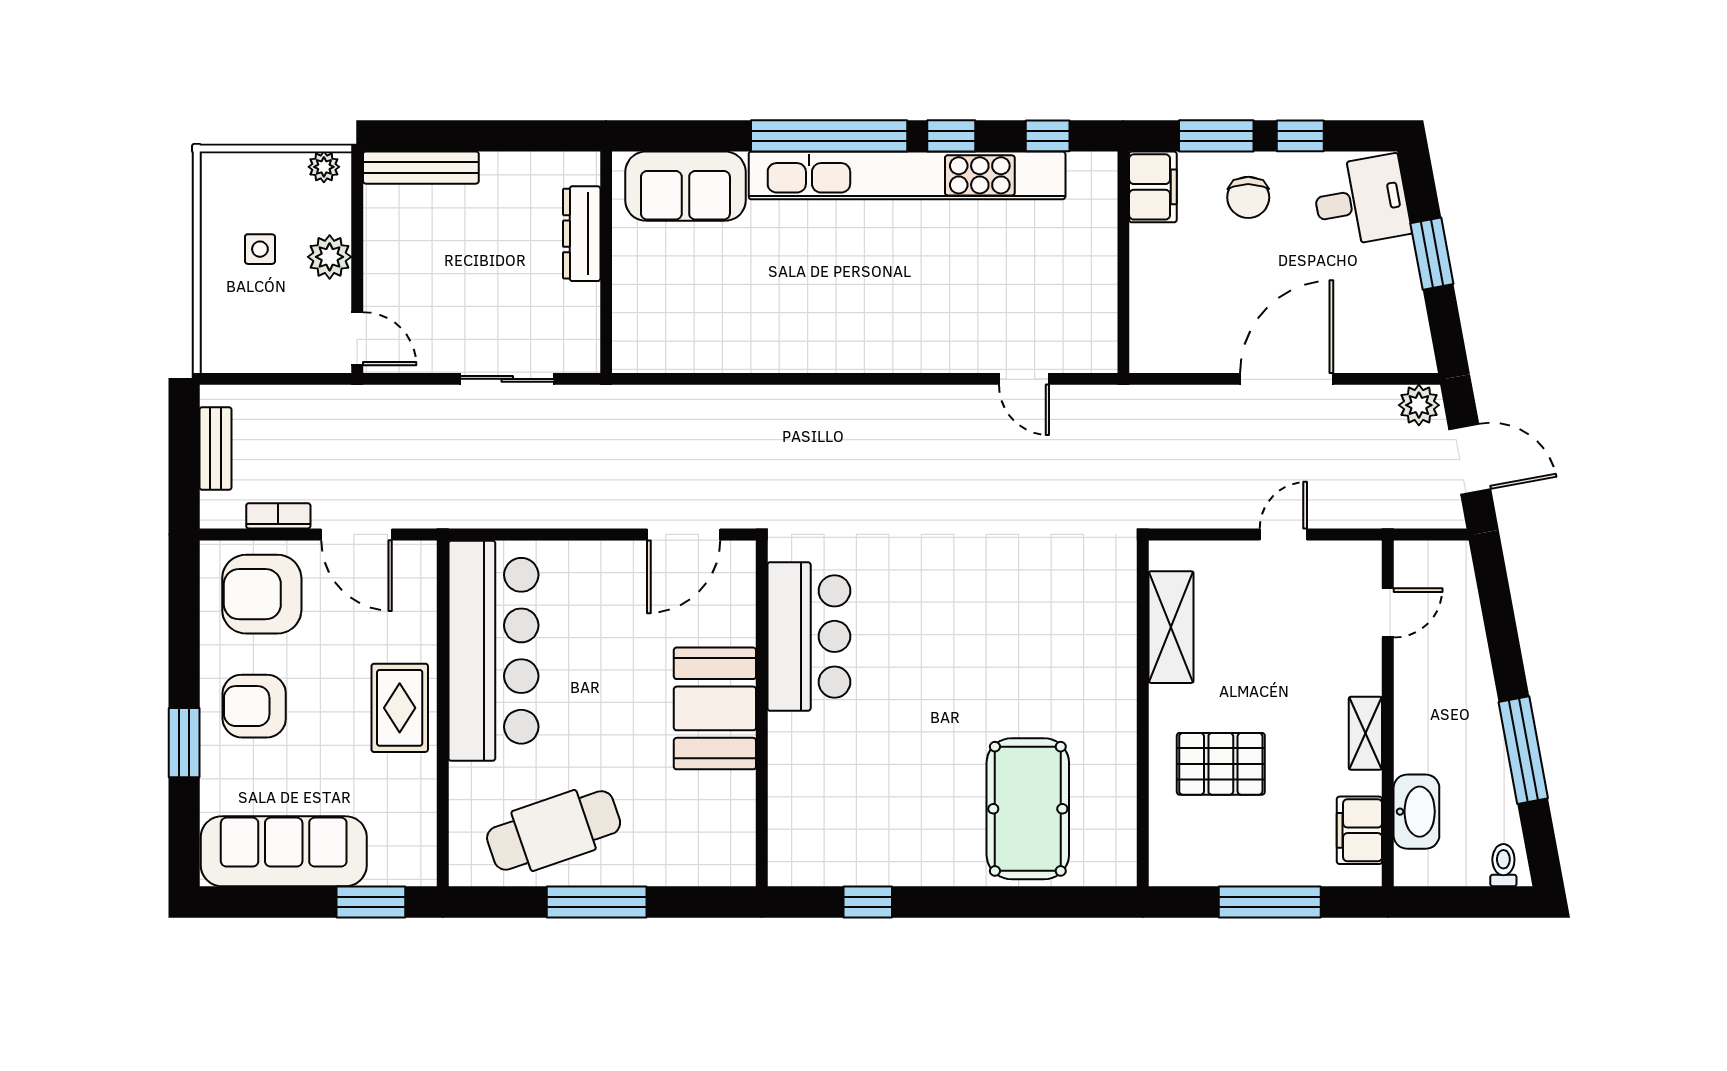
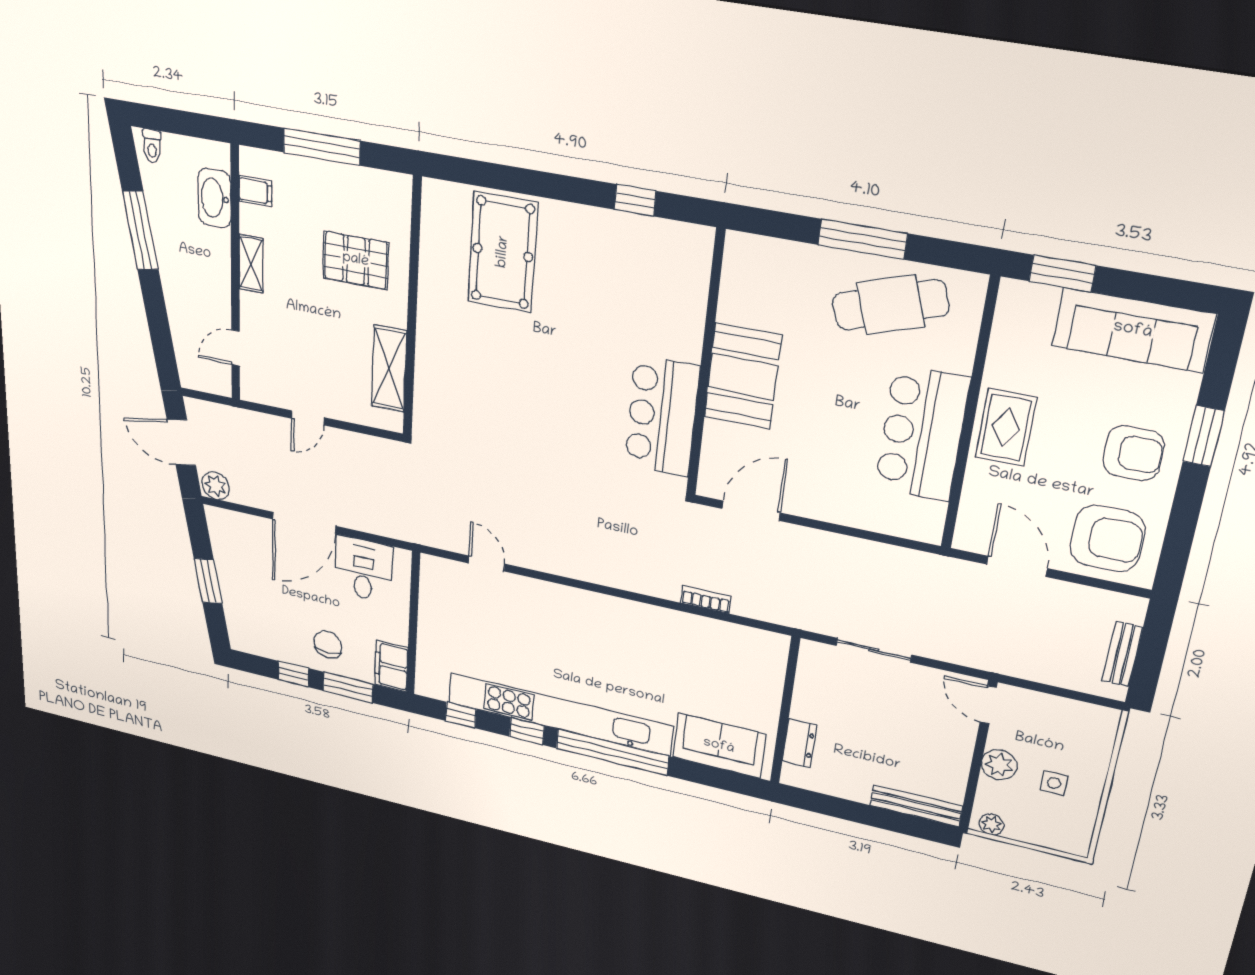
desk: (1361, 201) -> (363, 569), moved, turned 100
dresser: (582, 234) -> (799, 743), width x0.70
bookcase: (278, 516) -> (706, 600), moved, turned 180
bar counter: (493, 651) -> (922, 433), width x0.73
filing cabinet: (1359, 830) -> (255, 191), width x0.50

